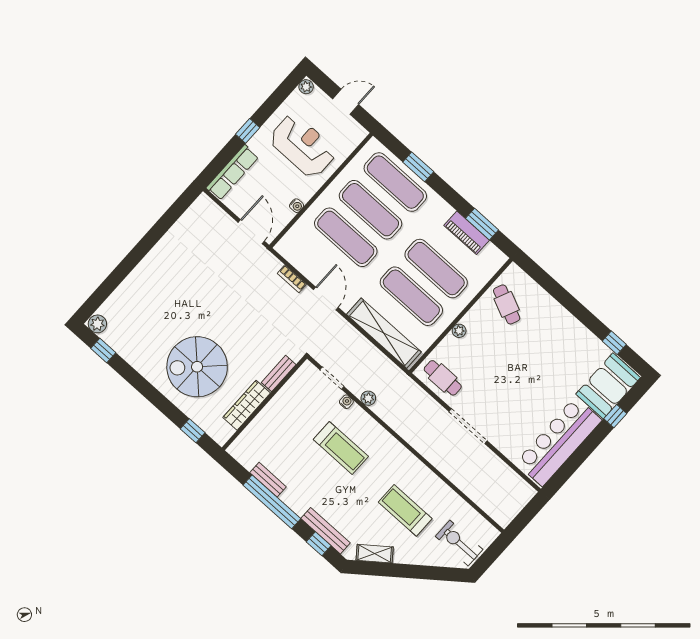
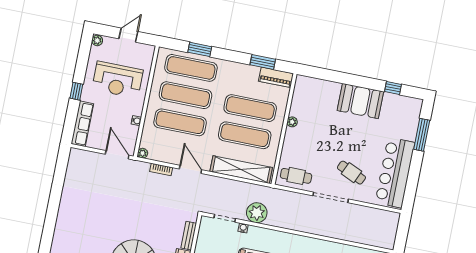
reception desk: (303, 146) -> (117, 80), turned 180
piano: (467, 233) -> (276, 77), moved
plant: (282, 247) -> (143, 153), added
cafe table: (507, 304) -> (351, 173), moved
plant: (459, 331) -> (292, 122), moved
booth: (608, 386) -> (360, 101), moved, turned 90
plant: (368, 398) -> (257, 213), width x1.88, depth x1.88
window: (615, 416) -> (422, 135), width x2.17

